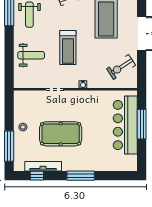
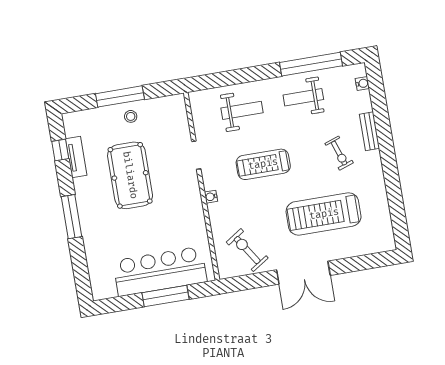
weight bench: (31, 55) -> (242, 110), turned -90
window: (9, 146) -> (120, 96), moved
tv unit: (43, 166) -> (76, 157), width x0.71

